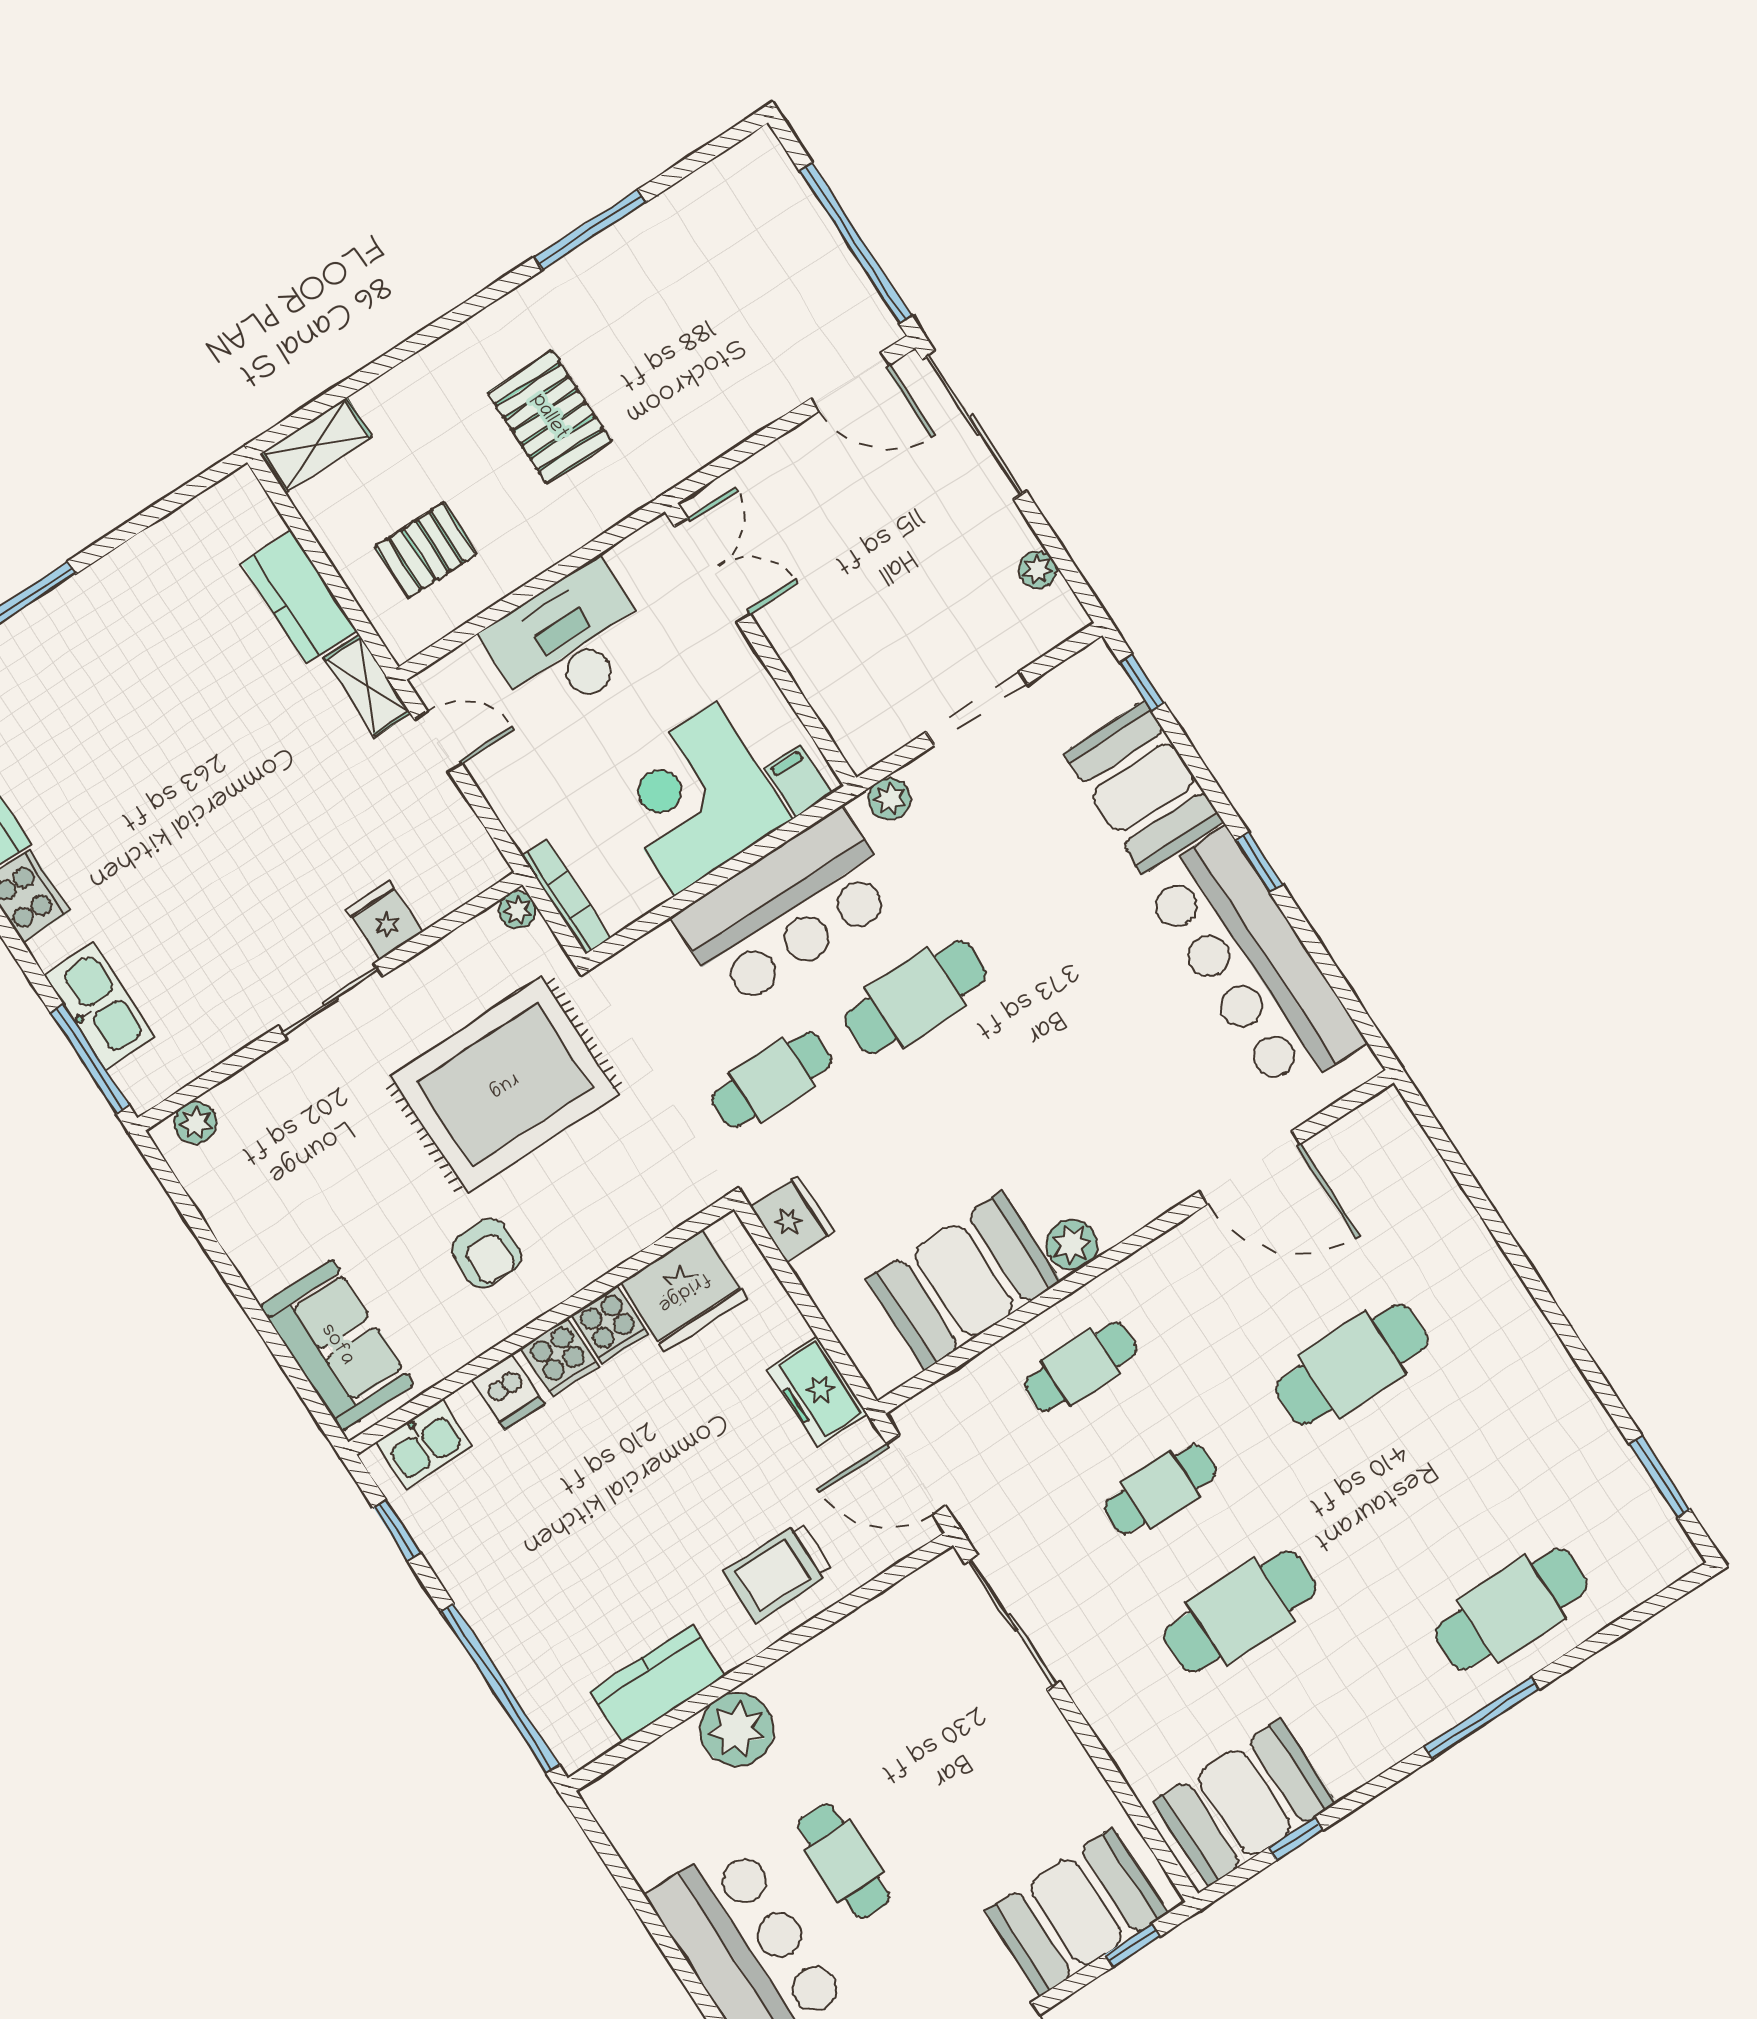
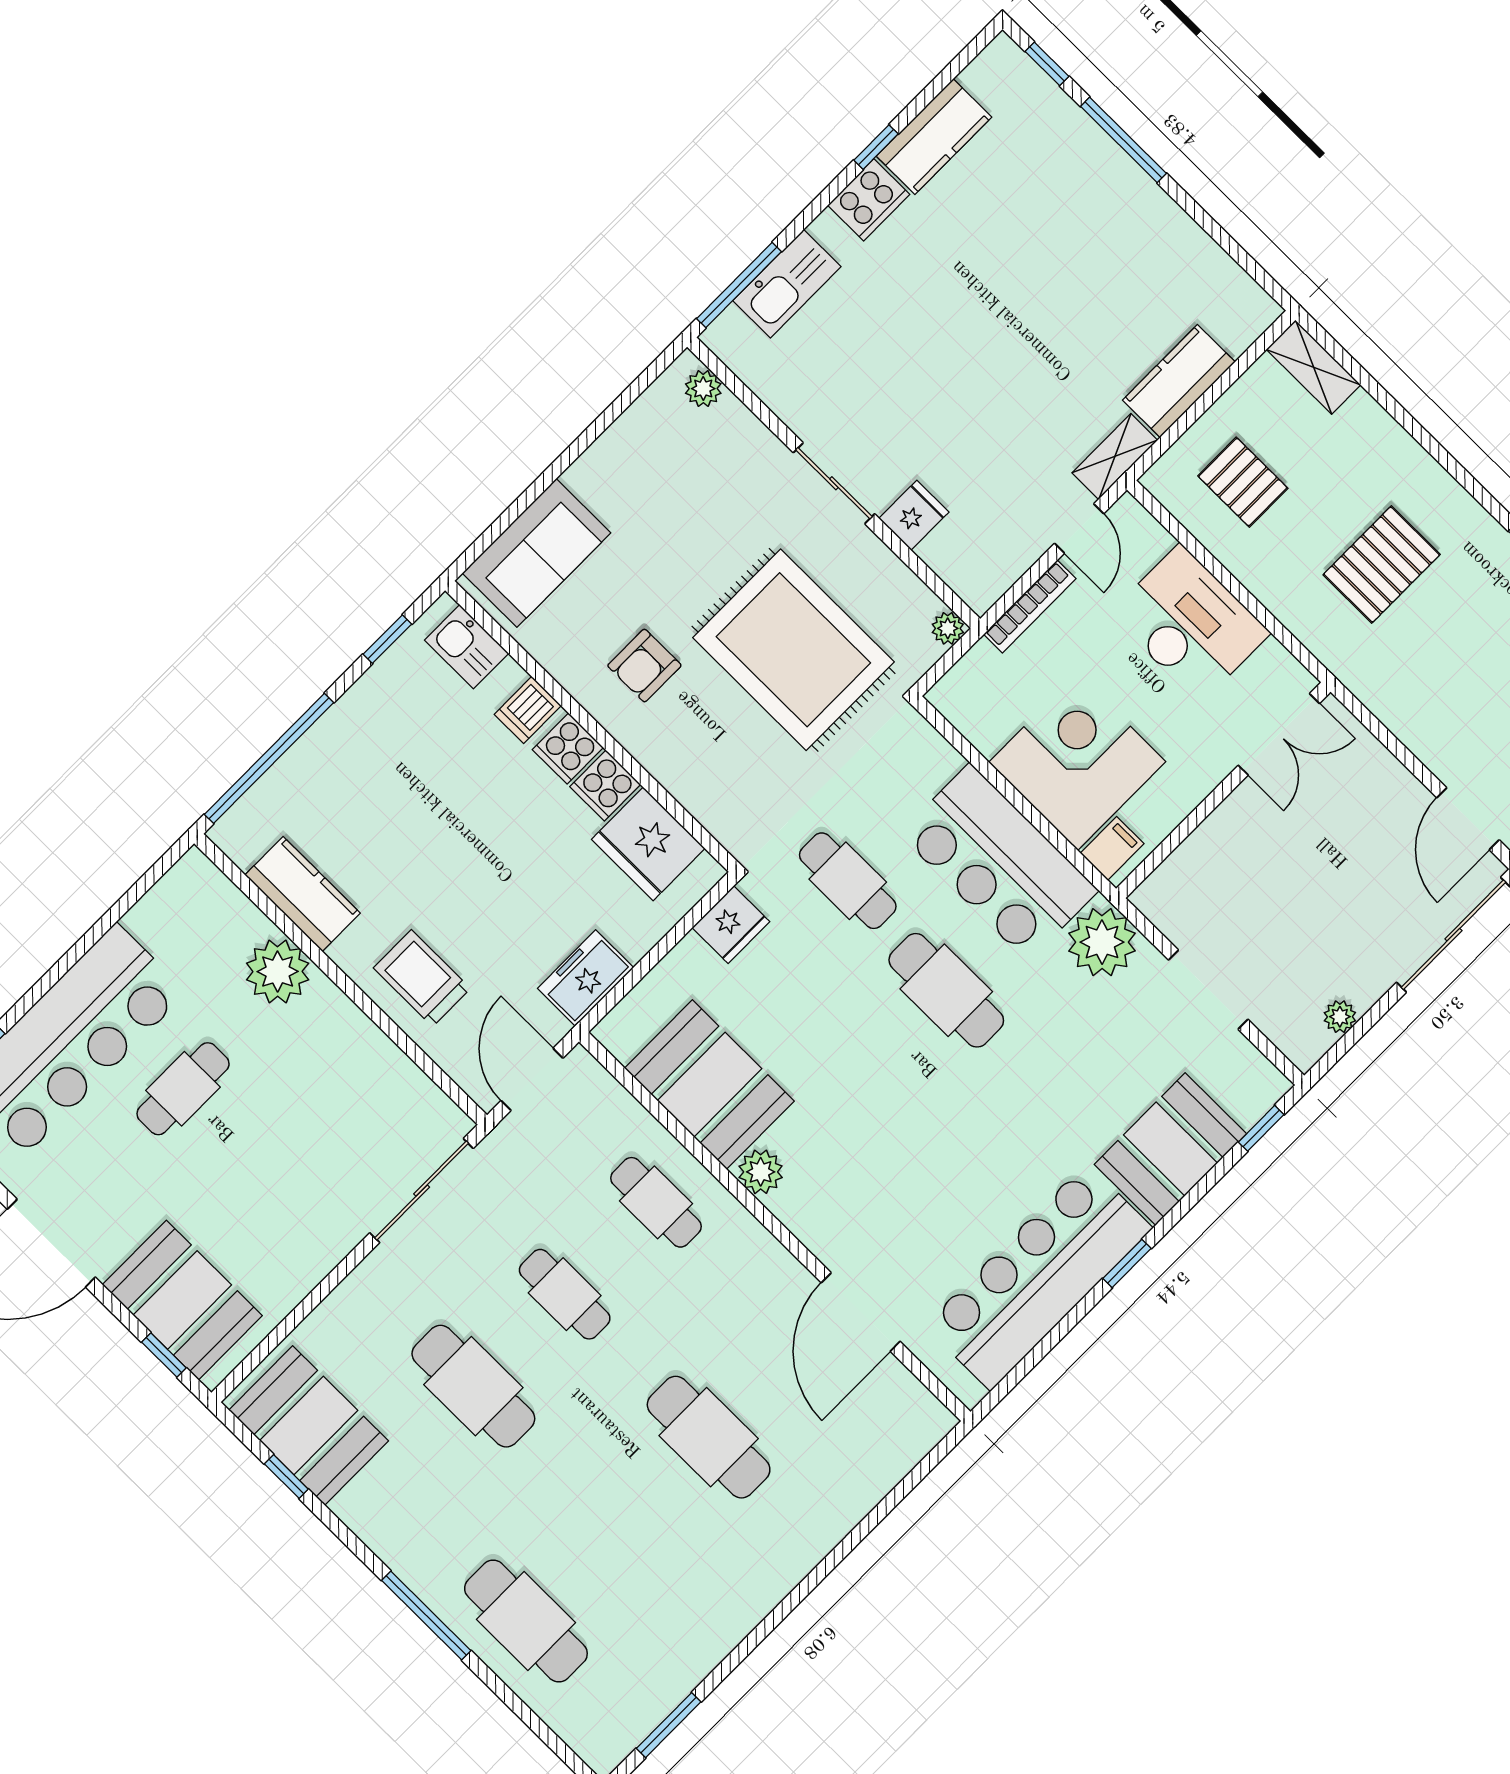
plant: (889, 799) -> (1102, 942), width x1.88, depth x1.88
bookcase: (566, 897) -> (1030, 606), moved

